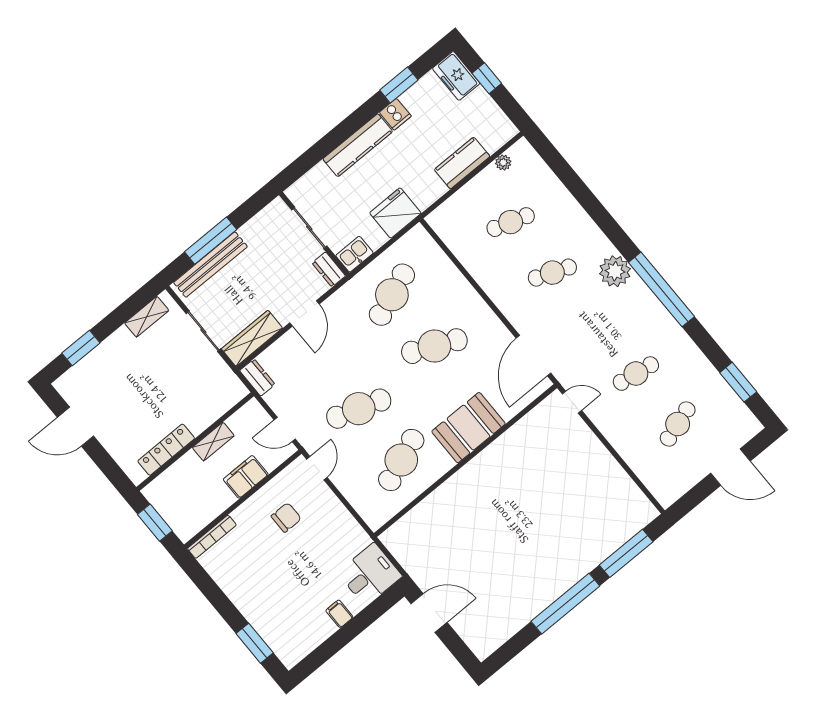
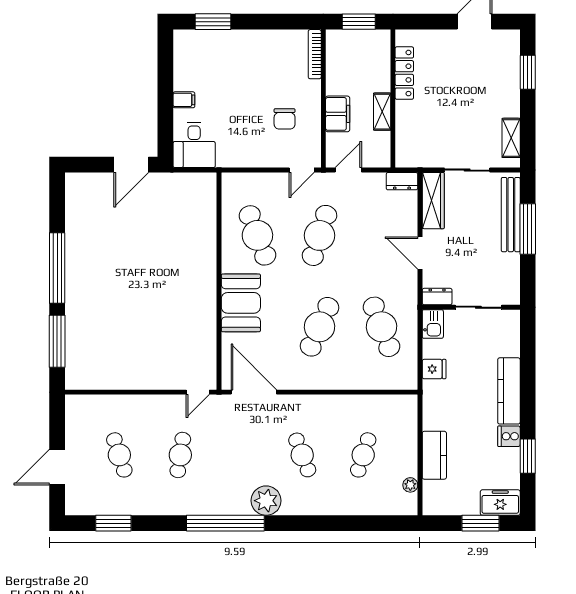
window: (487, 78) -> (480, 523), width x1.50
fridge: (395, 213) -> (434, 369), width x0.53, depth x0.75
cafe table: (552, 273) -> (302, 455), turned -42
door: (317, 468) -> (302, 170), hinge flipped

